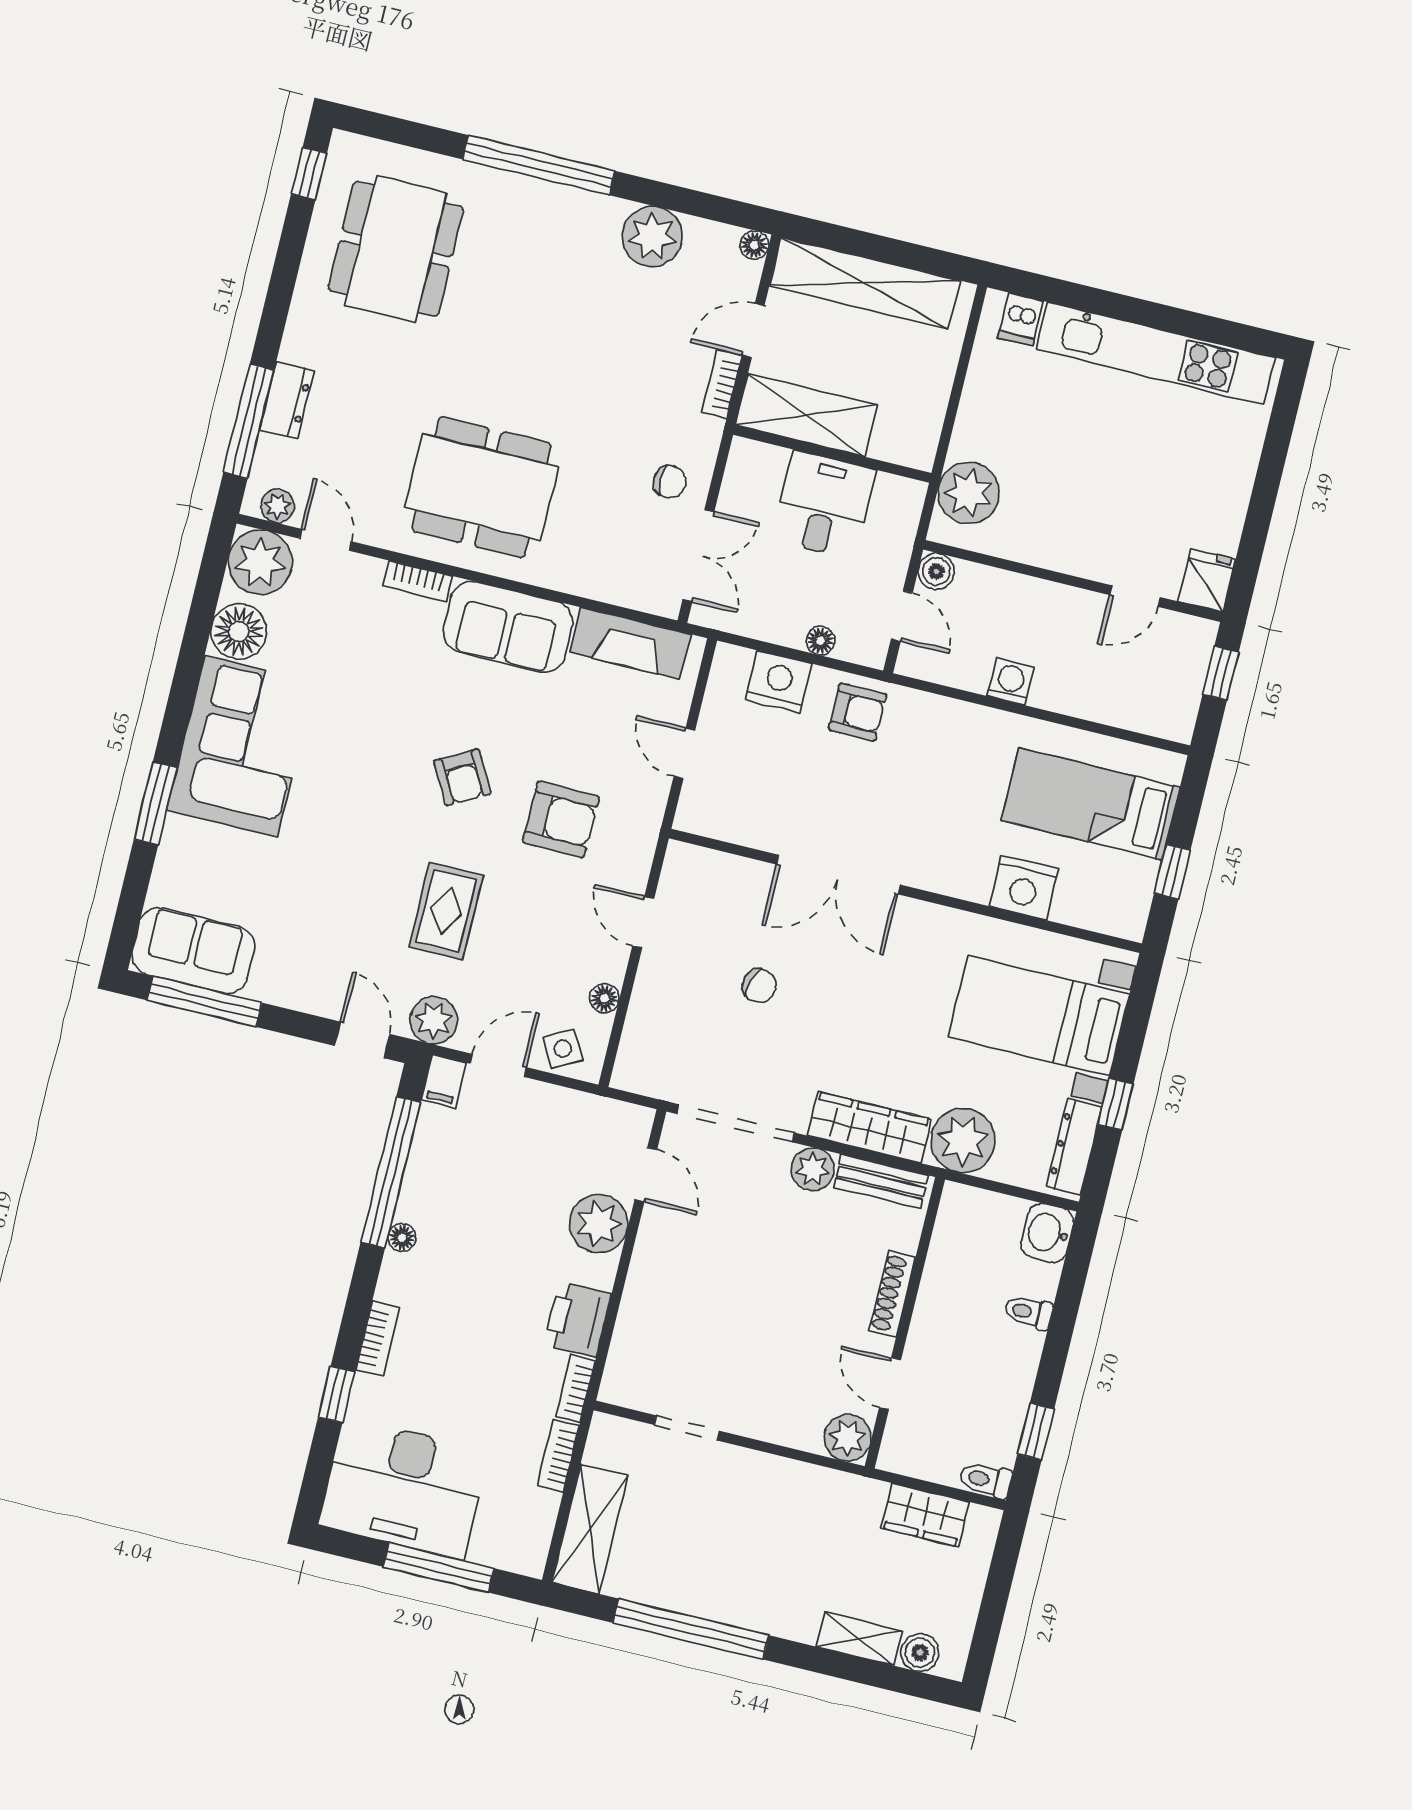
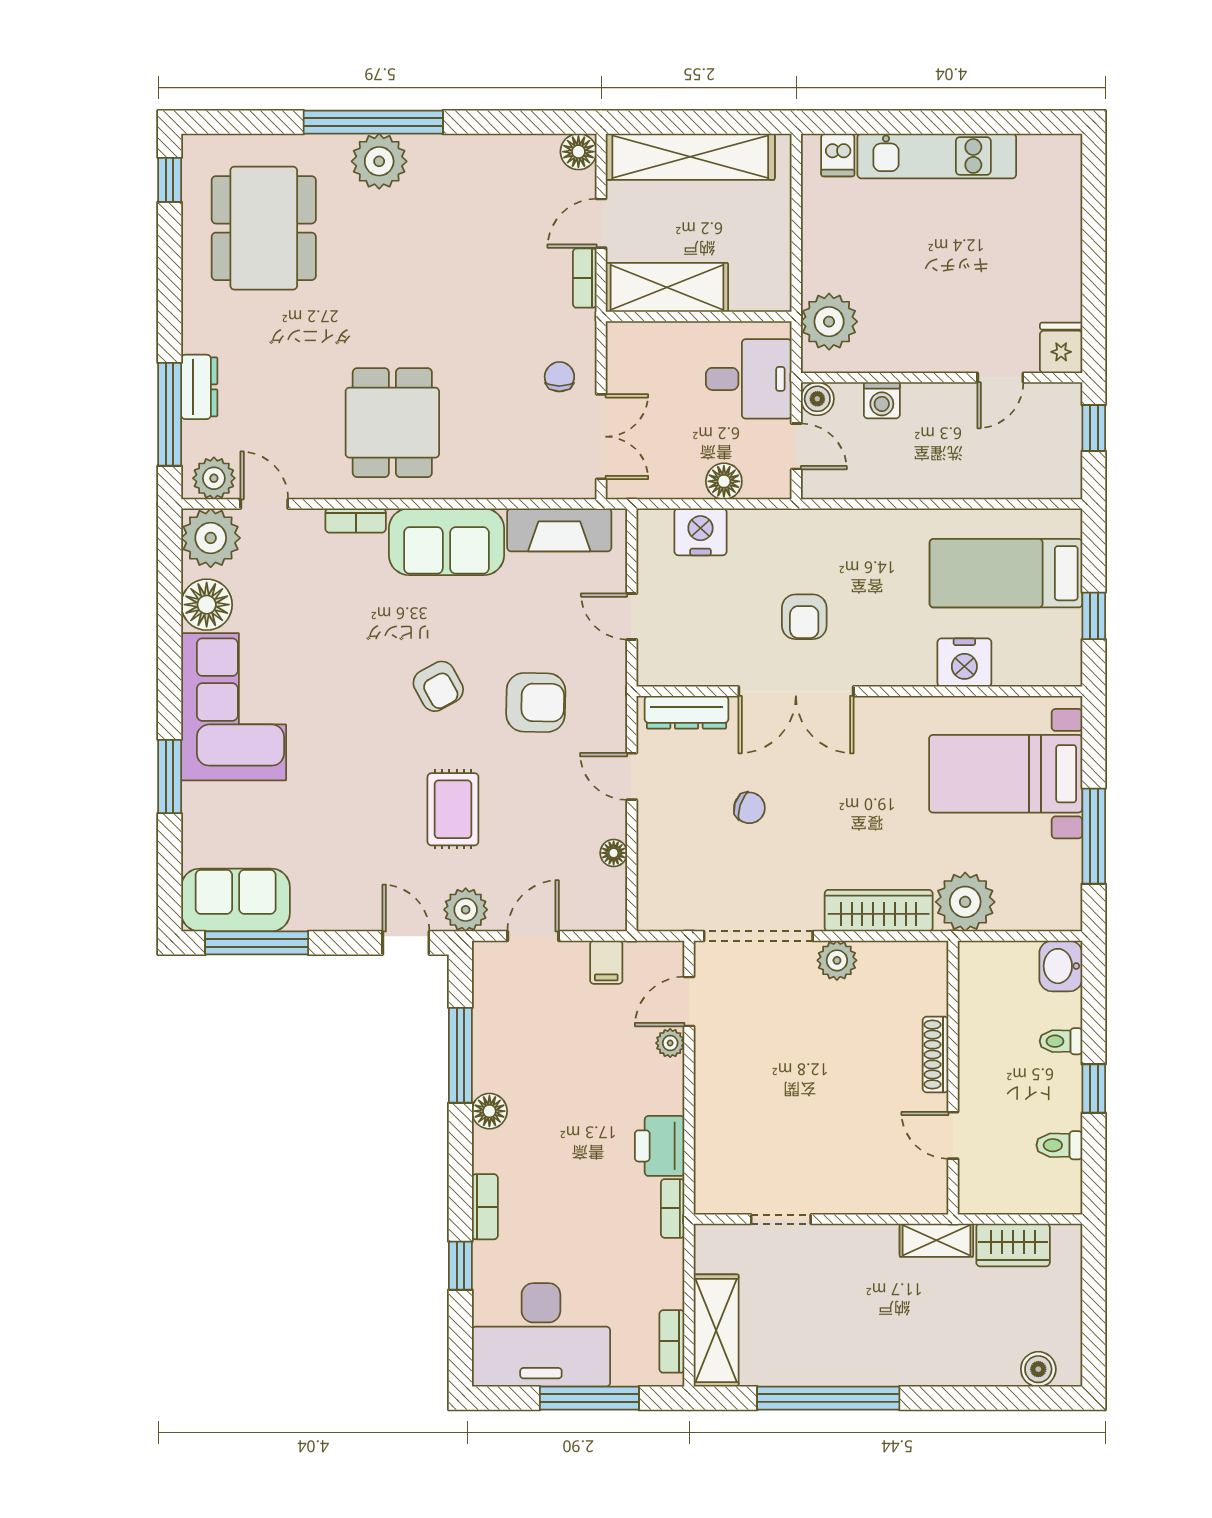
plant: (652, 236) -> (379, 161), moved
floor lamp: (754, 245) -> (578, 152), width x1.37, depth x1.37
kitchen unit: (1155, 353) -> (937, 156), width x0.73
chair: (670, 482) -> (559, 377), turned -90
dining table: (482, 487) -> (392, 423), width x0.73
desk: (824, 505) -> (749, 379), moved, turned 90
plant: (277, 506) -> (214, 478), width x1.38, depth x1.38
floor lamp: (820, 641) -> (724, 481), width x1.37, depth x1.37
washing machine: (1010, 682) -> (882, 400), moved, turned 180
armchair: (857, 712) -> (804, 617), moved, turned 90
side table: (563, 1049) -> (587, 907), removed
filing cabinet: (444, 1081) -> (606, 962), moved
window: (1116, 1104) -> (1094, 836), width x2.17
dresser: (1074, 1147) -> (687, 712), moved, turned -90
window: (391, 1172) -> (460, 1055), width x0.68
door: (646, 1174) -> (689, 1001), swing flipped
bench: (881, 1181) -> (901, 956), removed
plant: (599, 1224) -> (670, 1043), width x0.53, depth x0.53
floor lamp: (402, 1238) -> (489, 1111), width x1.37, depth x1.37
window: (1036, 1431) -> (1094, 1089), moved
plant: (848, 1438) -> (927, 1193), removed
bookcase: (558, 1456) -> (672, 1341), moved
toilet: (985, 1480) -> (1059, 1145), moved
shelving: (859, 1639) -> (936, 1240), moved

